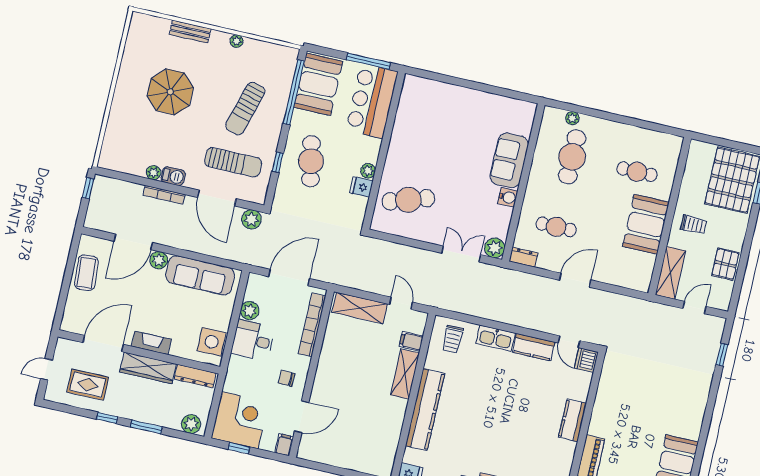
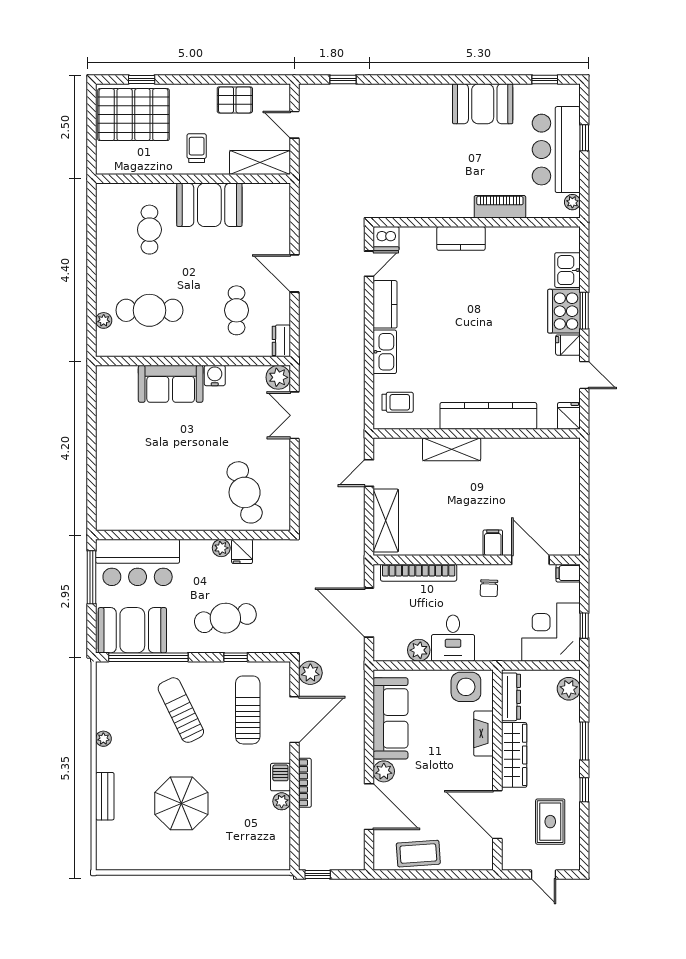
sun lounger: (245, 109) -> (181, 710), turned -132
filing cabinet: (411, 341) -> (493, 543), moved, turned 180
fireplace: (151, 343) -> (484, 733), moved

